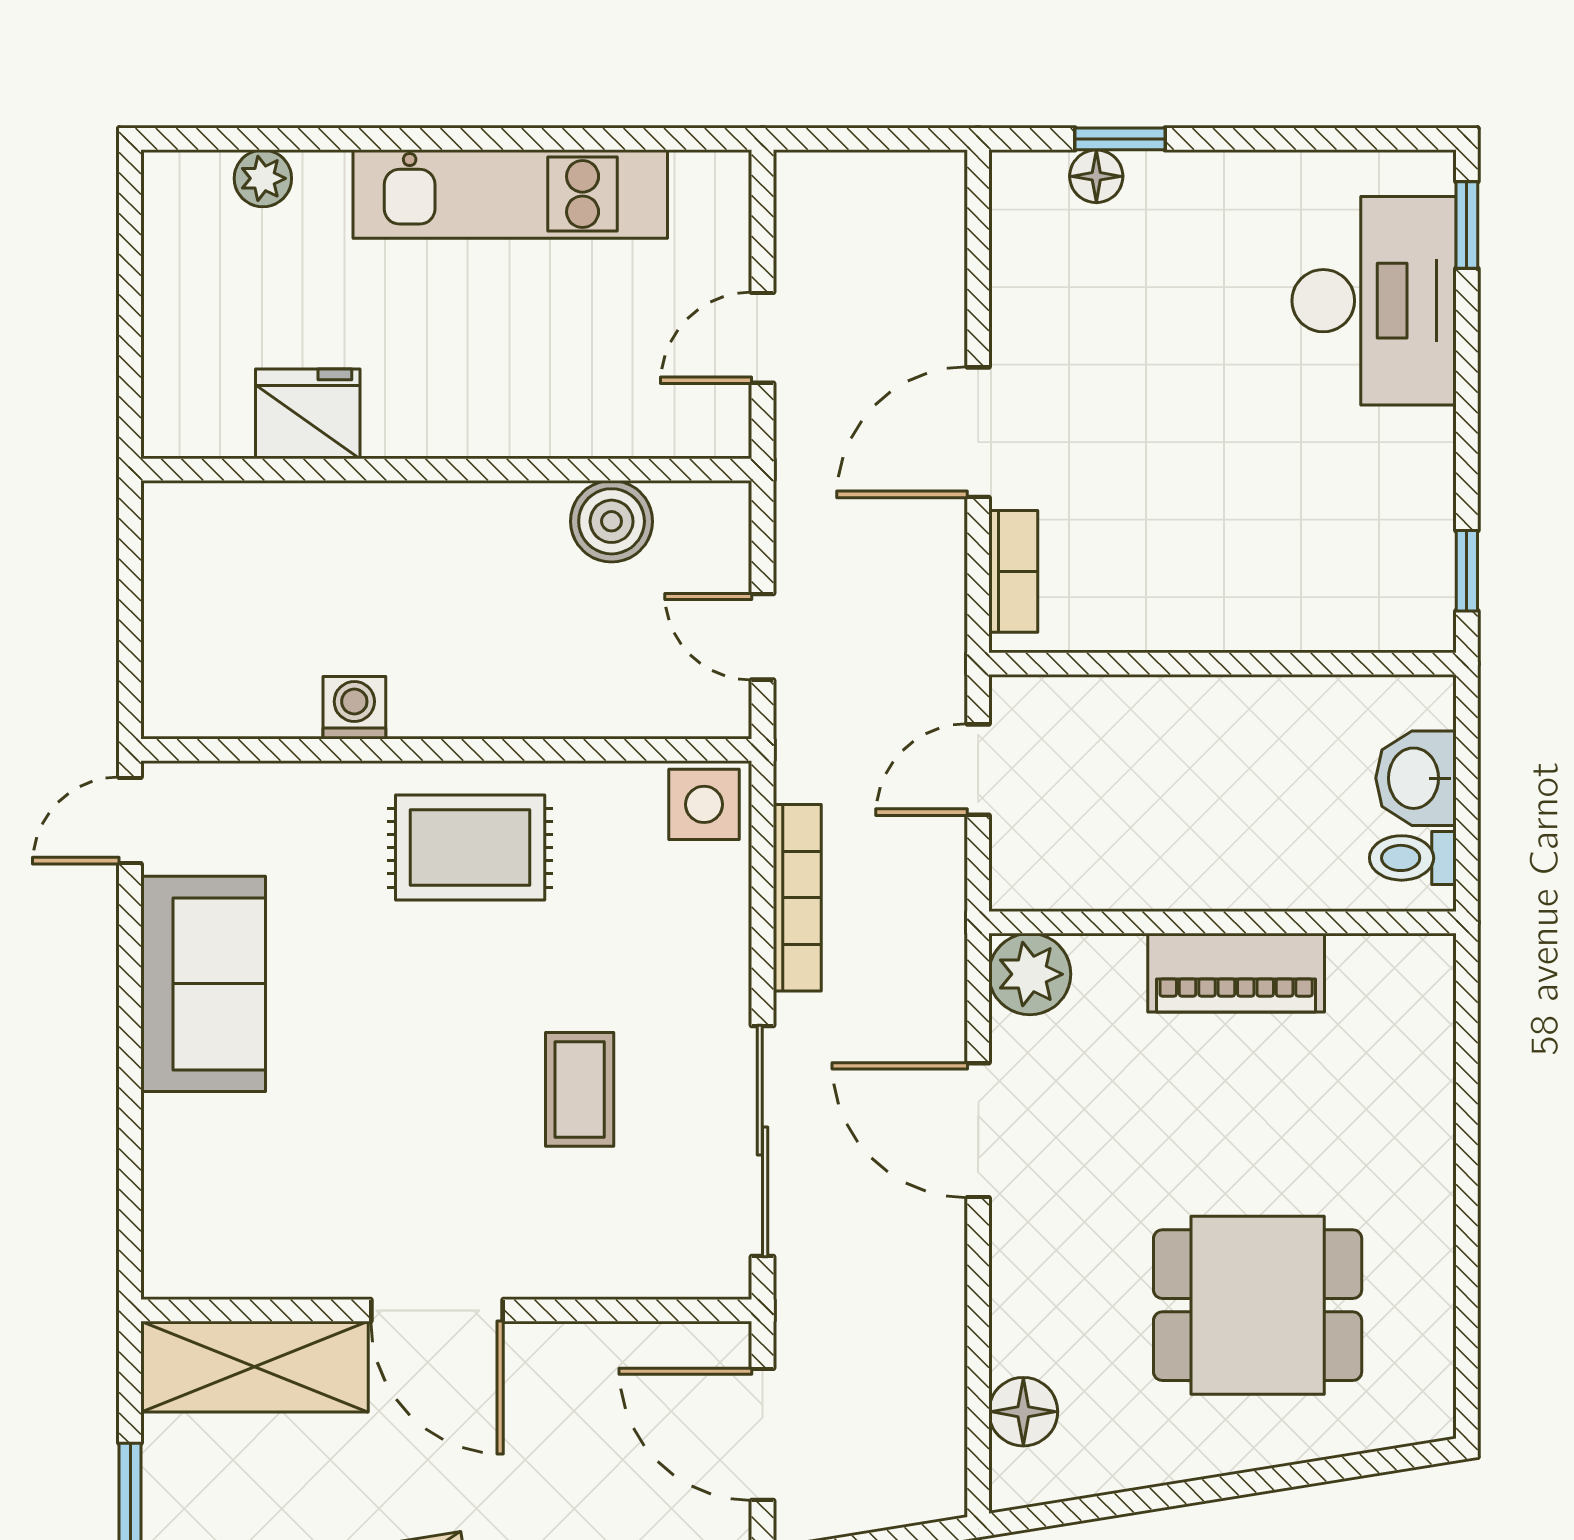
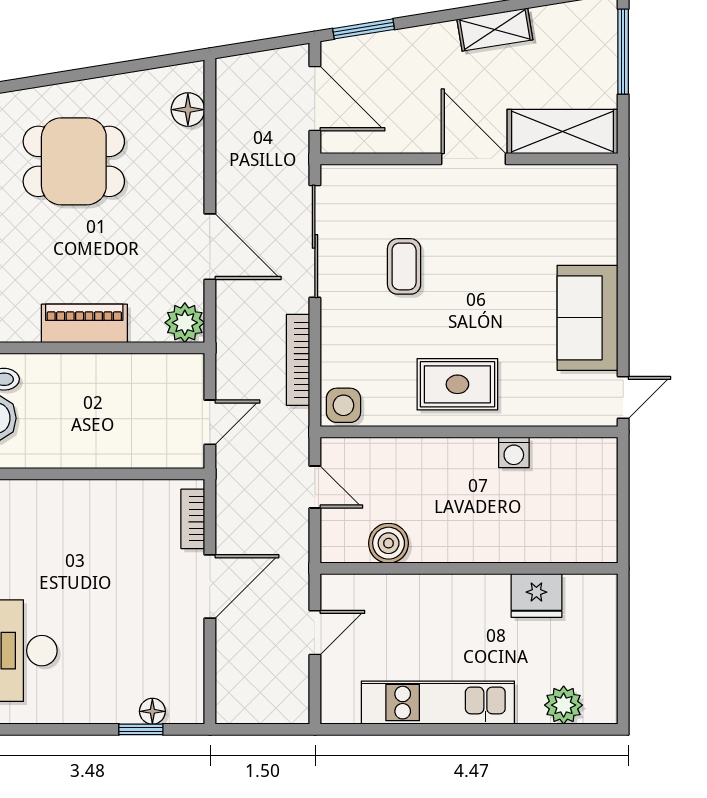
plant: (263, 178) -> (564, 705), width x1.38, depth x1.38

